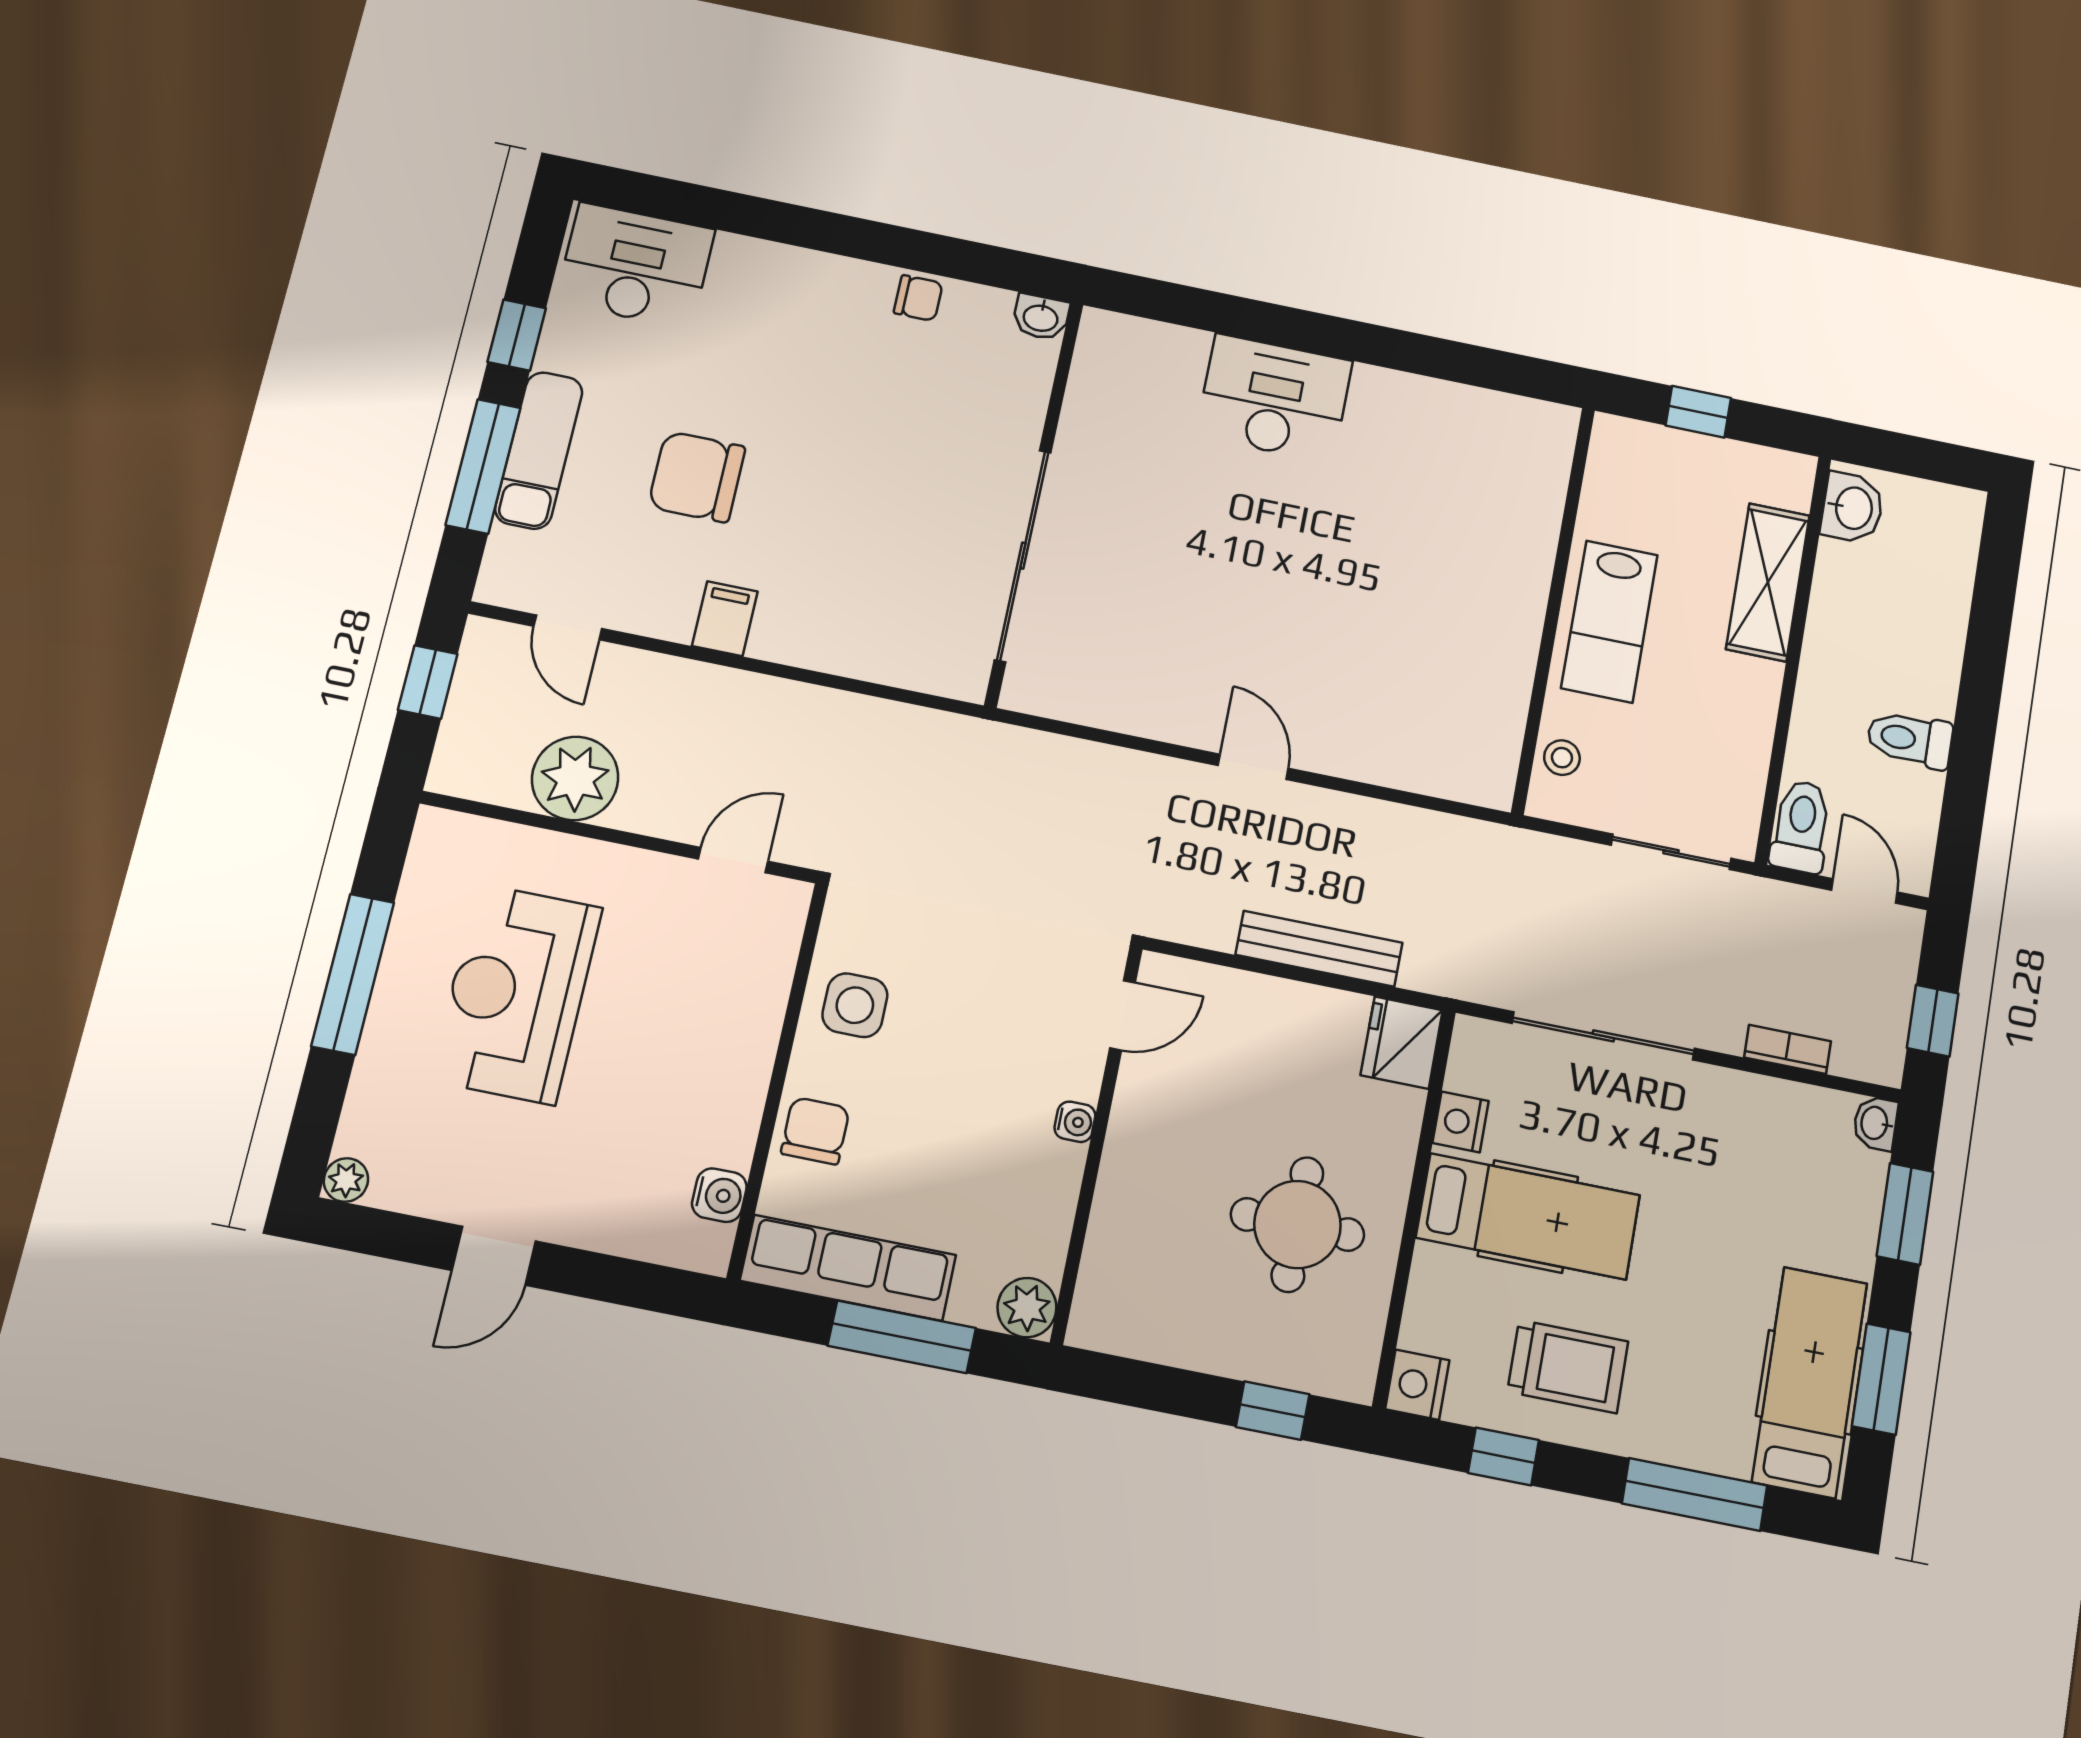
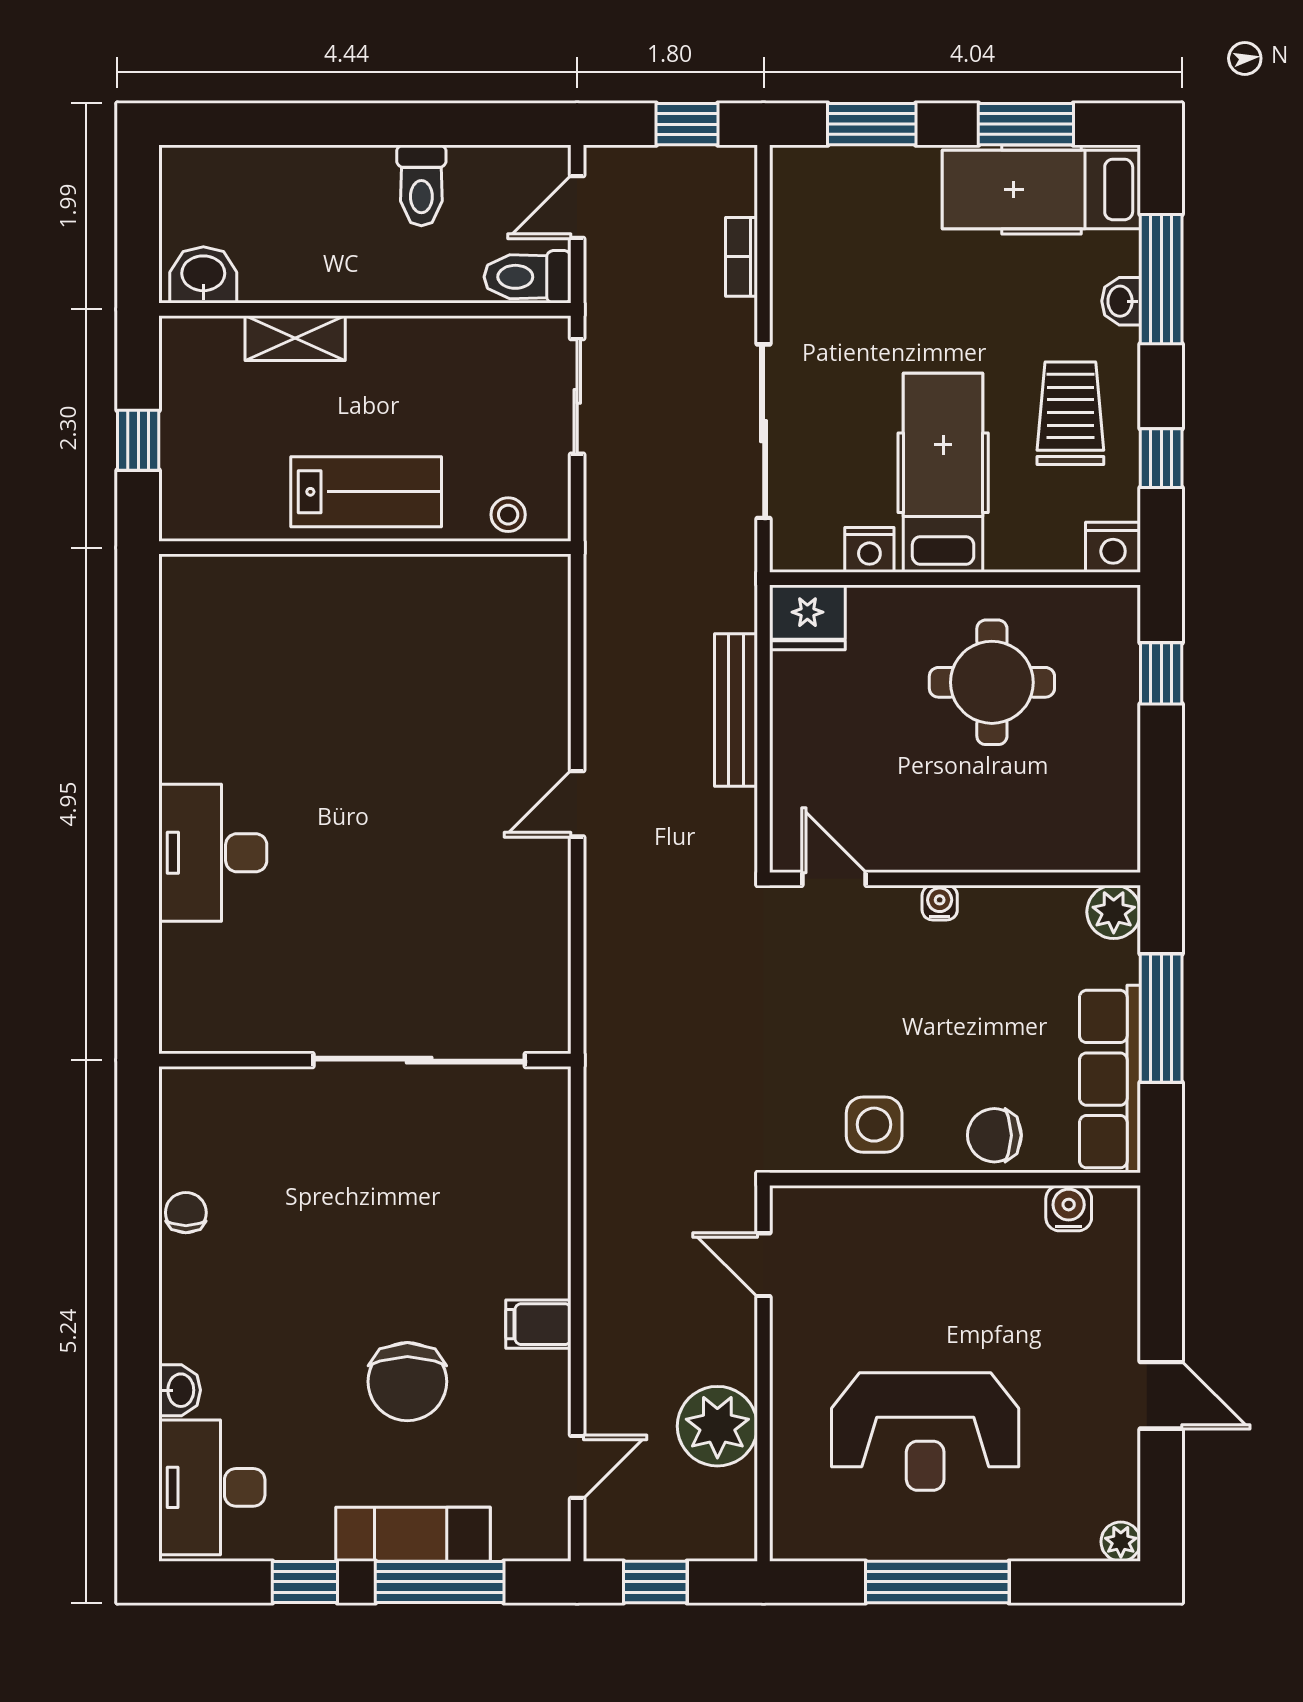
washbasin: (1041, 317) -> (180, 1390), moved
shelving: (1768, 582) -> (295, 338), width x0.67, depth x0.75
washbasin: (1875, 1123) -> (1121, 301), moved, turned 90

